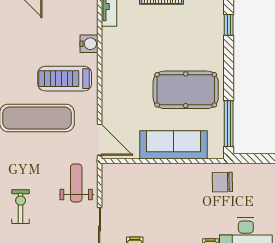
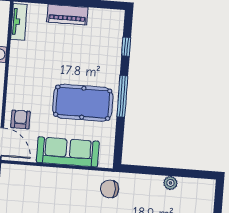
armchair: (119, 113) -> (20, 119), added
window: (229, 124) -> (122, 96), moved

